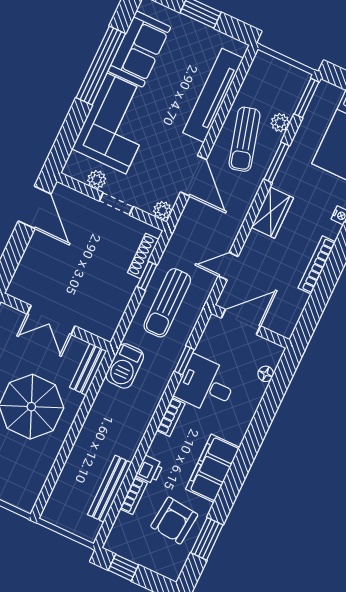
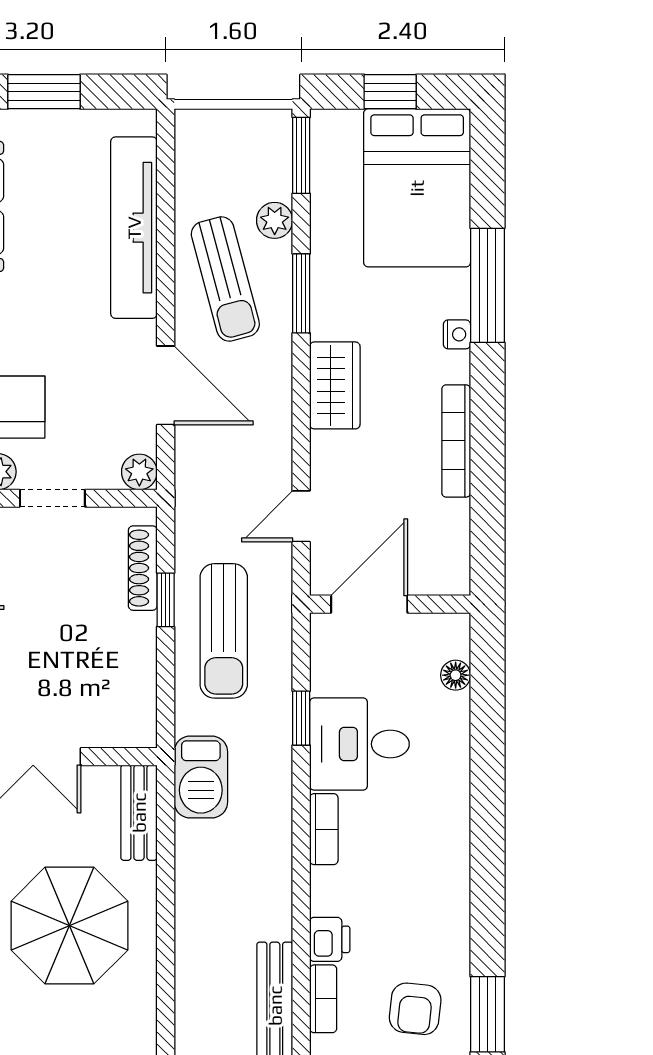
filing cabinet: (213, 468) -> (440, 885), removed
armchair: (174, 521) -> (415, 1009), width x0.72, depth x0.72

